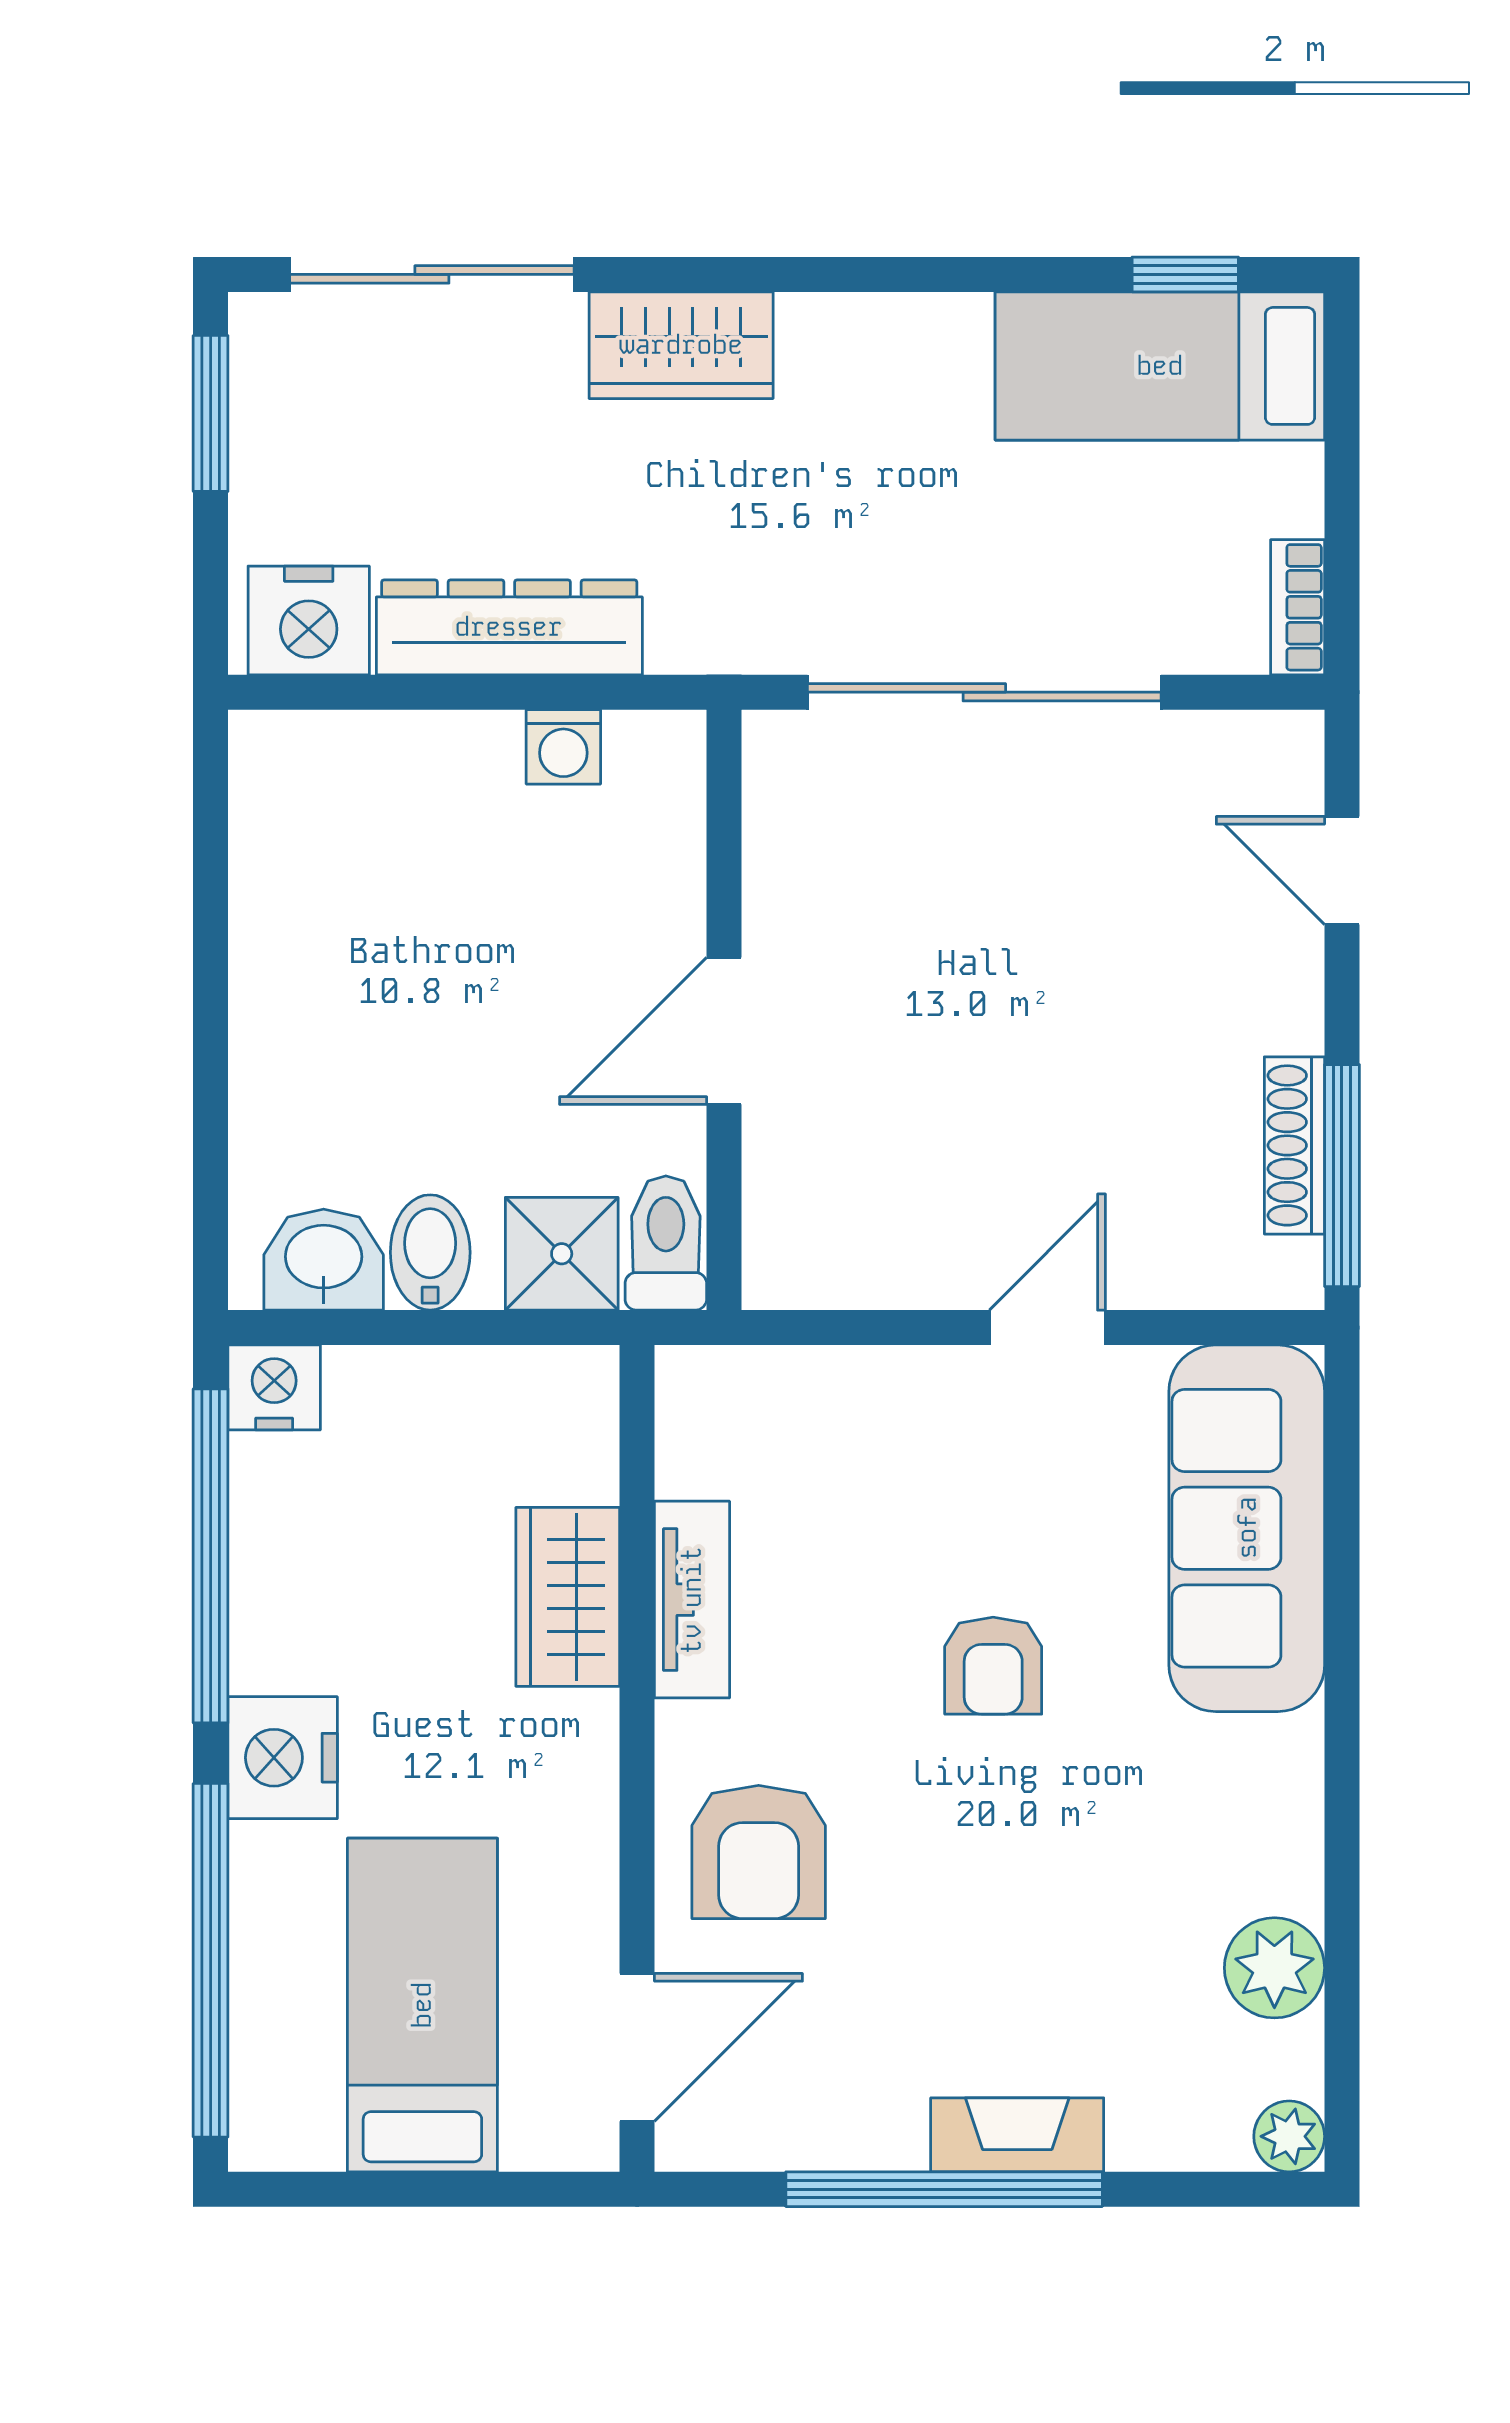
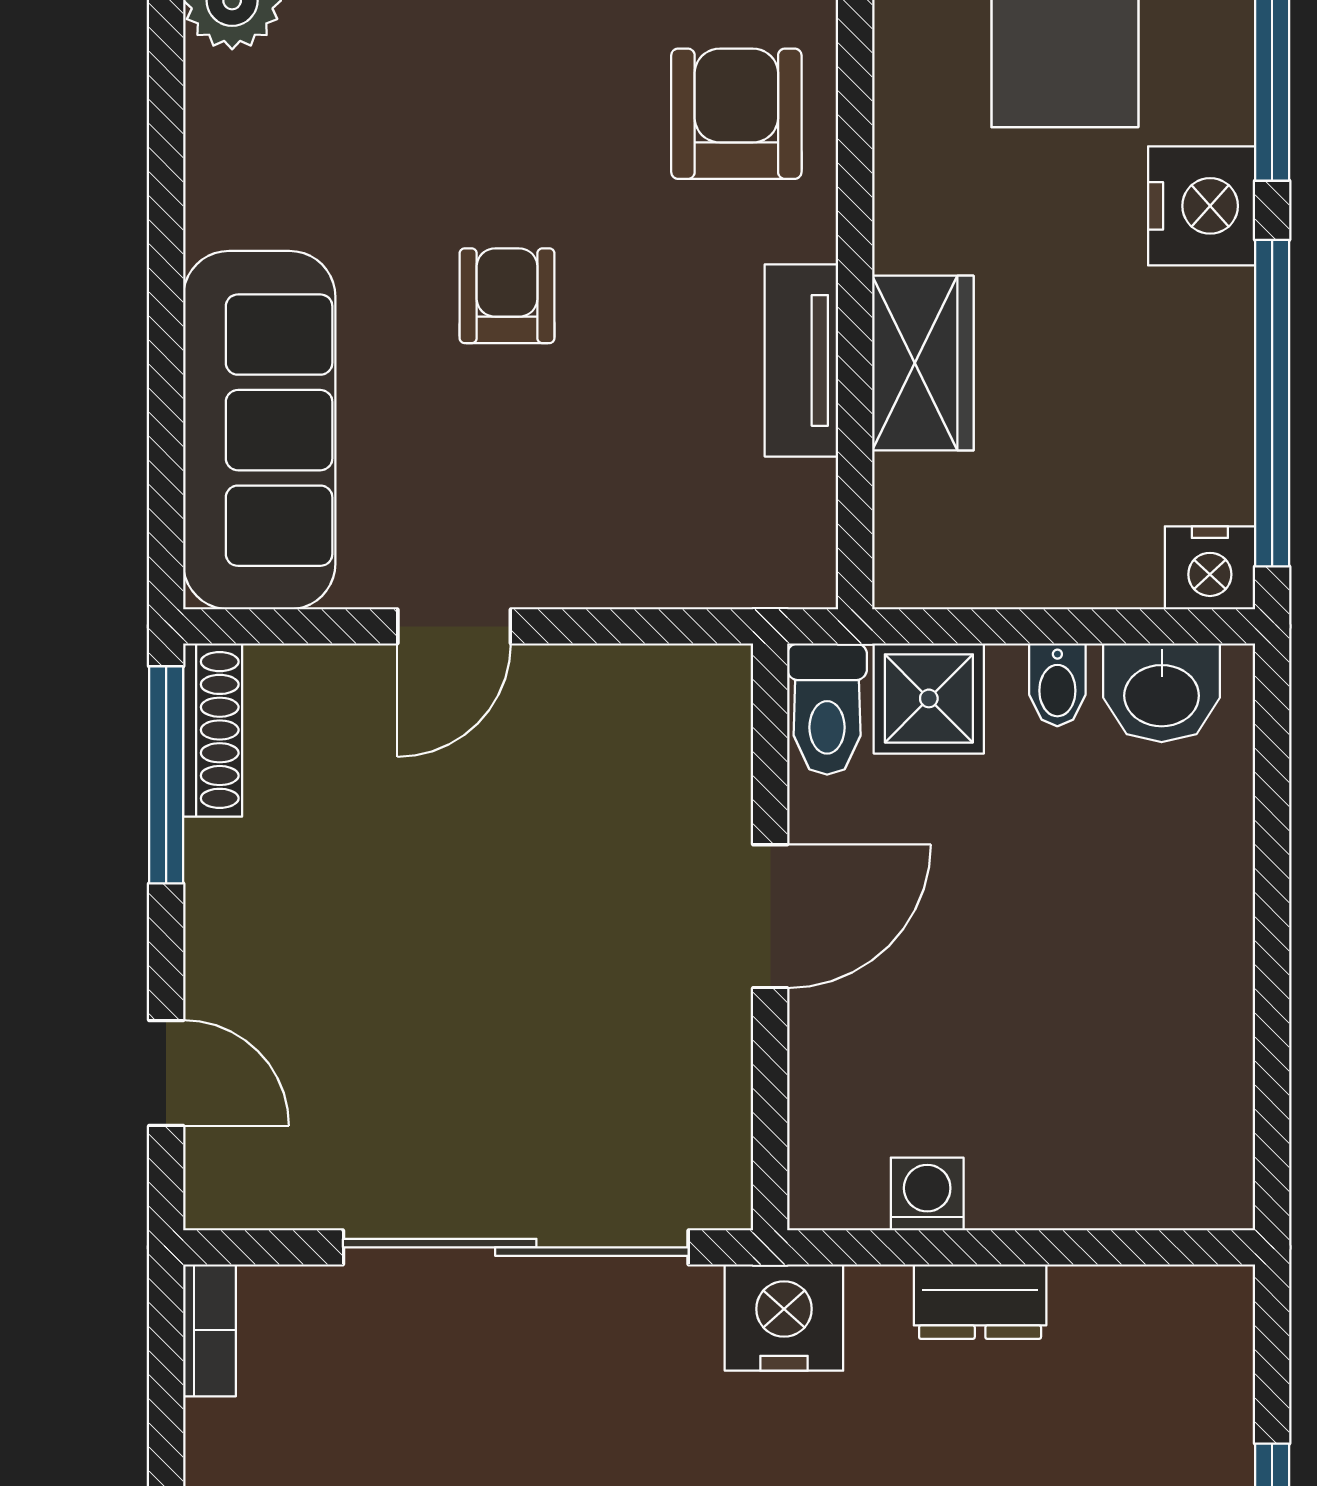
nightstand: (309, 620) -> (784, 1317), moved
dresser: (509, 627) -> (980, 1302), width x0.51, depth x0.80
shoe rack: (1294, 1145) -> (213, 730), moved
bidet: (430, 1252) -> (1057, 685), width x0.72, depth x0.74

